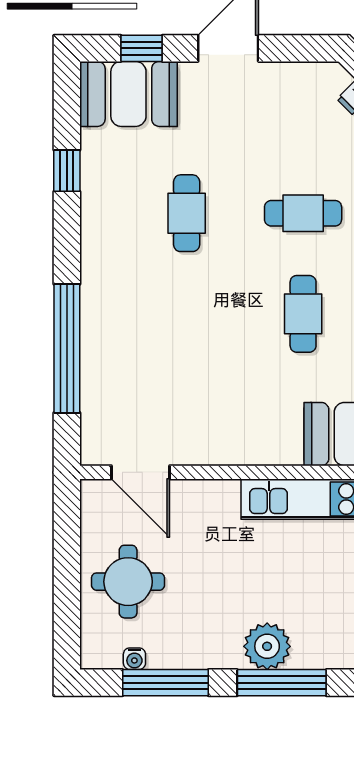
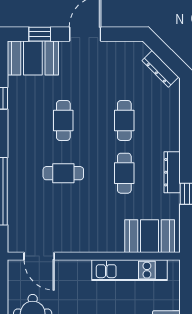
cafe table: (303, 213) -> (124, 120), turned 90
cafe table: (187, 314) -> (63, 173), added

